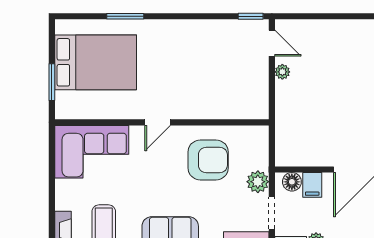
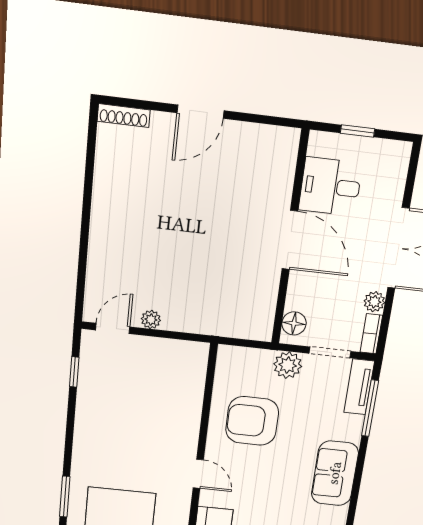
window: (251, 16) -> (74, 372), moved
armchair: (208, 160) -> (252, 421), turned -90
filing cabinet: (312, 185) -> (302, 299), removed

